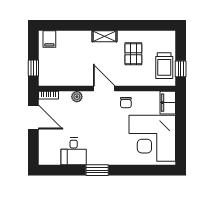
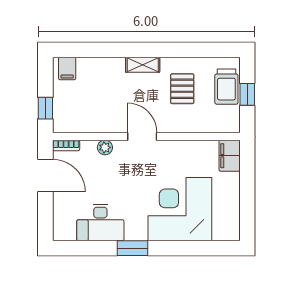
trolley: (164, 66) -> (226, 87), moved
window: (181, 69) -> (247, 94), moved
chair: (126, 103) -> (172, 156), removed
corner desk: (152, 138) -> (180, 209), moved, turned 90
desk: (74, 151) -> (100, 223), width x1.37

